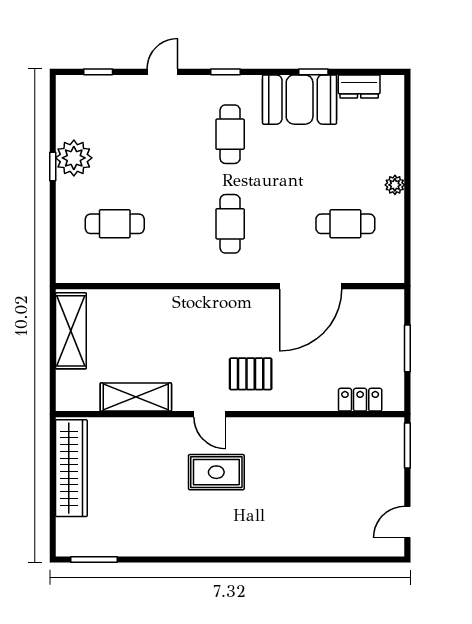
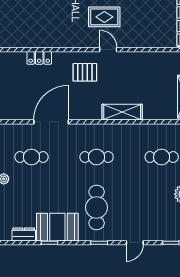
cafe table: (230, 134) -> (97, 208), width x1.37, depth x1.35
cafe table: (230, 224) -> (97, 157), turned 90
shelving: (136, 397) -> (122, 112), moved
locker: (360, 400) -> (39, 58), moved

